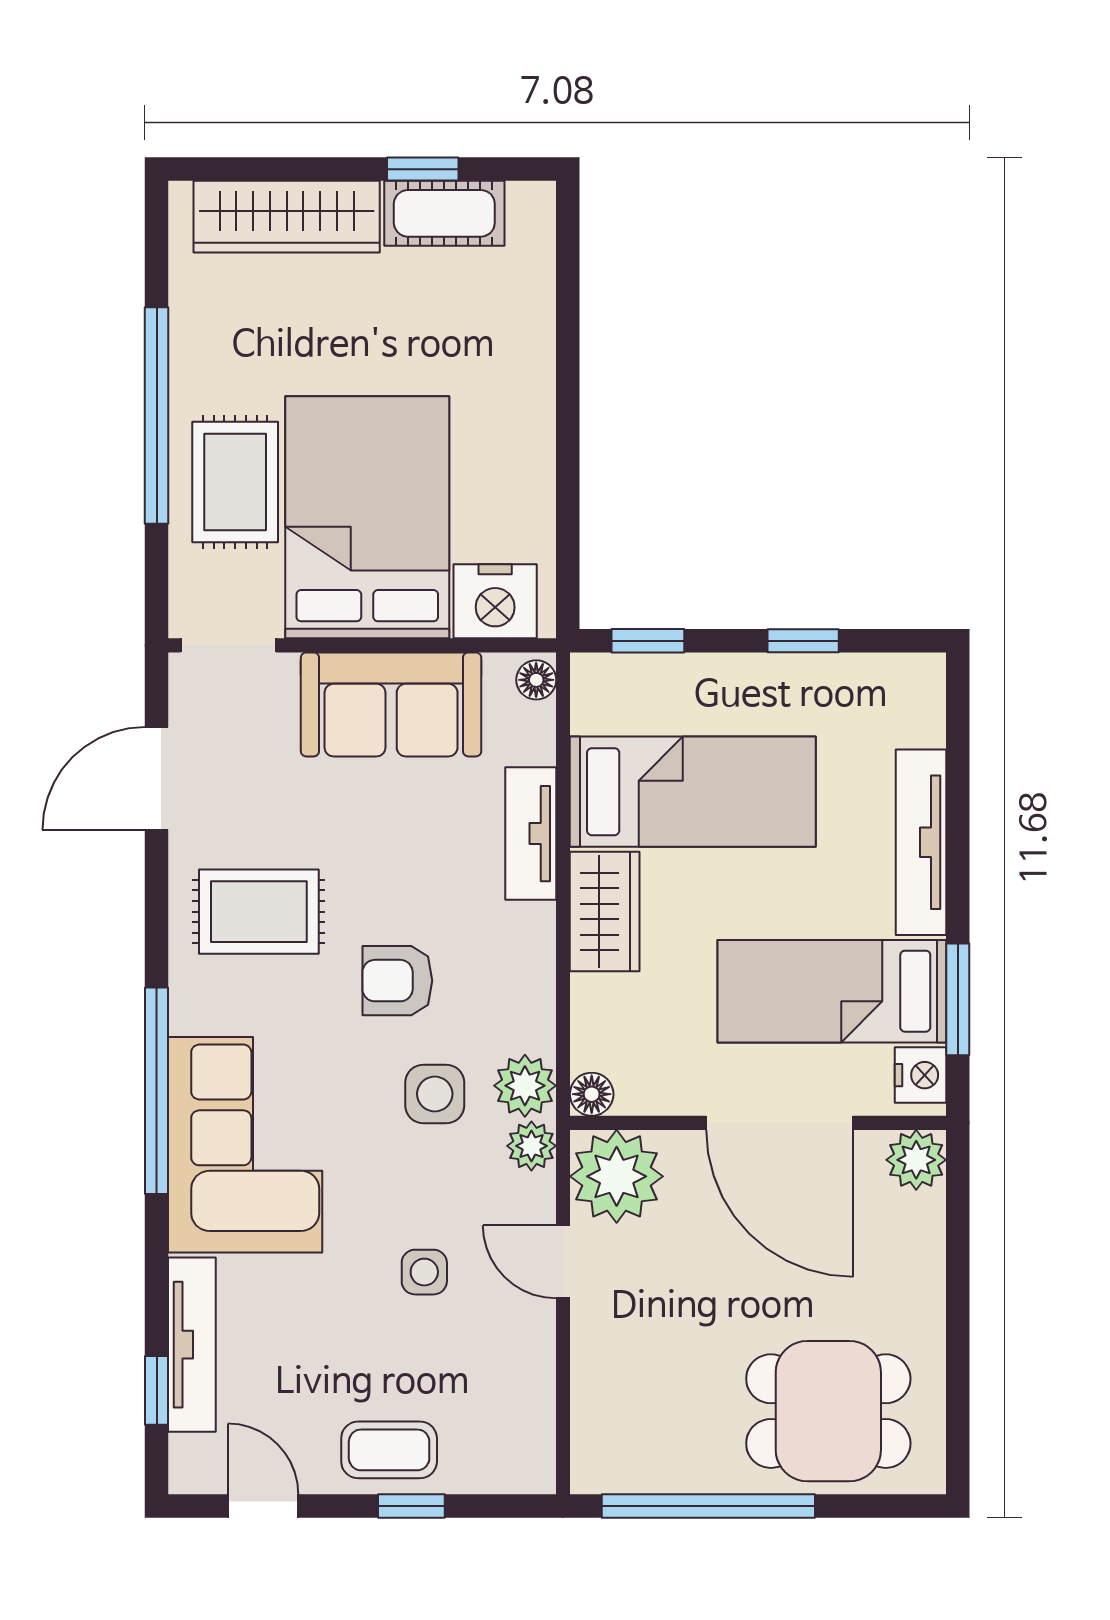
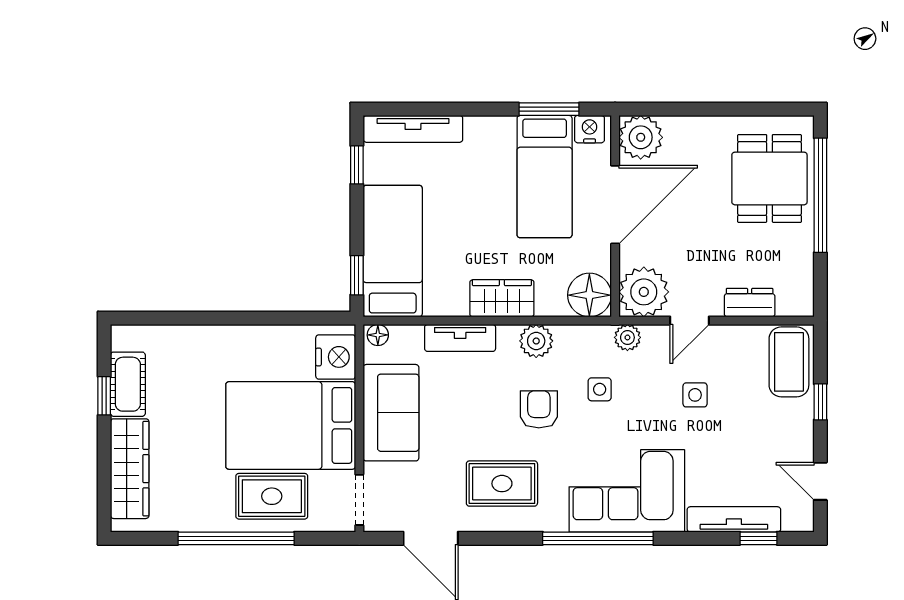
window: (803, 641) -> (357, 165), moved
bed: (693, 792) -> (393, 251), moved
tv unit: (921, 842) -> (413, 129), moved
rug: (259, 912) -> (502, 484), turned 90
armchair: (397, 981) -> (539, 409), turned 180
plant: (525, 1086) -> (536, 341), moved
side table: (435, 1094) -> (600, 389), width x0.73, depth x0.73
floor lamp: (592, 1094) -> (589, 295), width x1.89, depth x1.89
plant: (916, 1160) -> (641, 137), width x1.36, depth x1.36
dresser: (597, 1374) -> (750, 303), added
coffee table: (389, 1450) -> (789, 362), moved, width x1.36, depth x1.30
door: (263, 1506) -> (820, 481), hinge flipped
window: (708, 1506) -> (820, 195), moved

